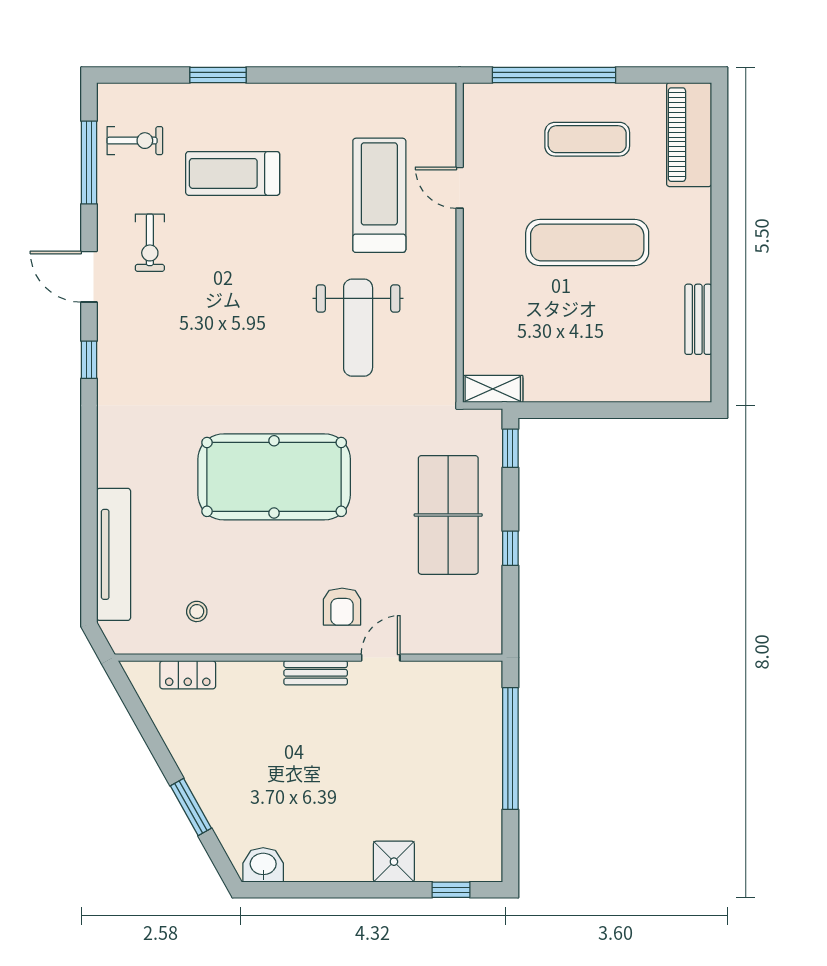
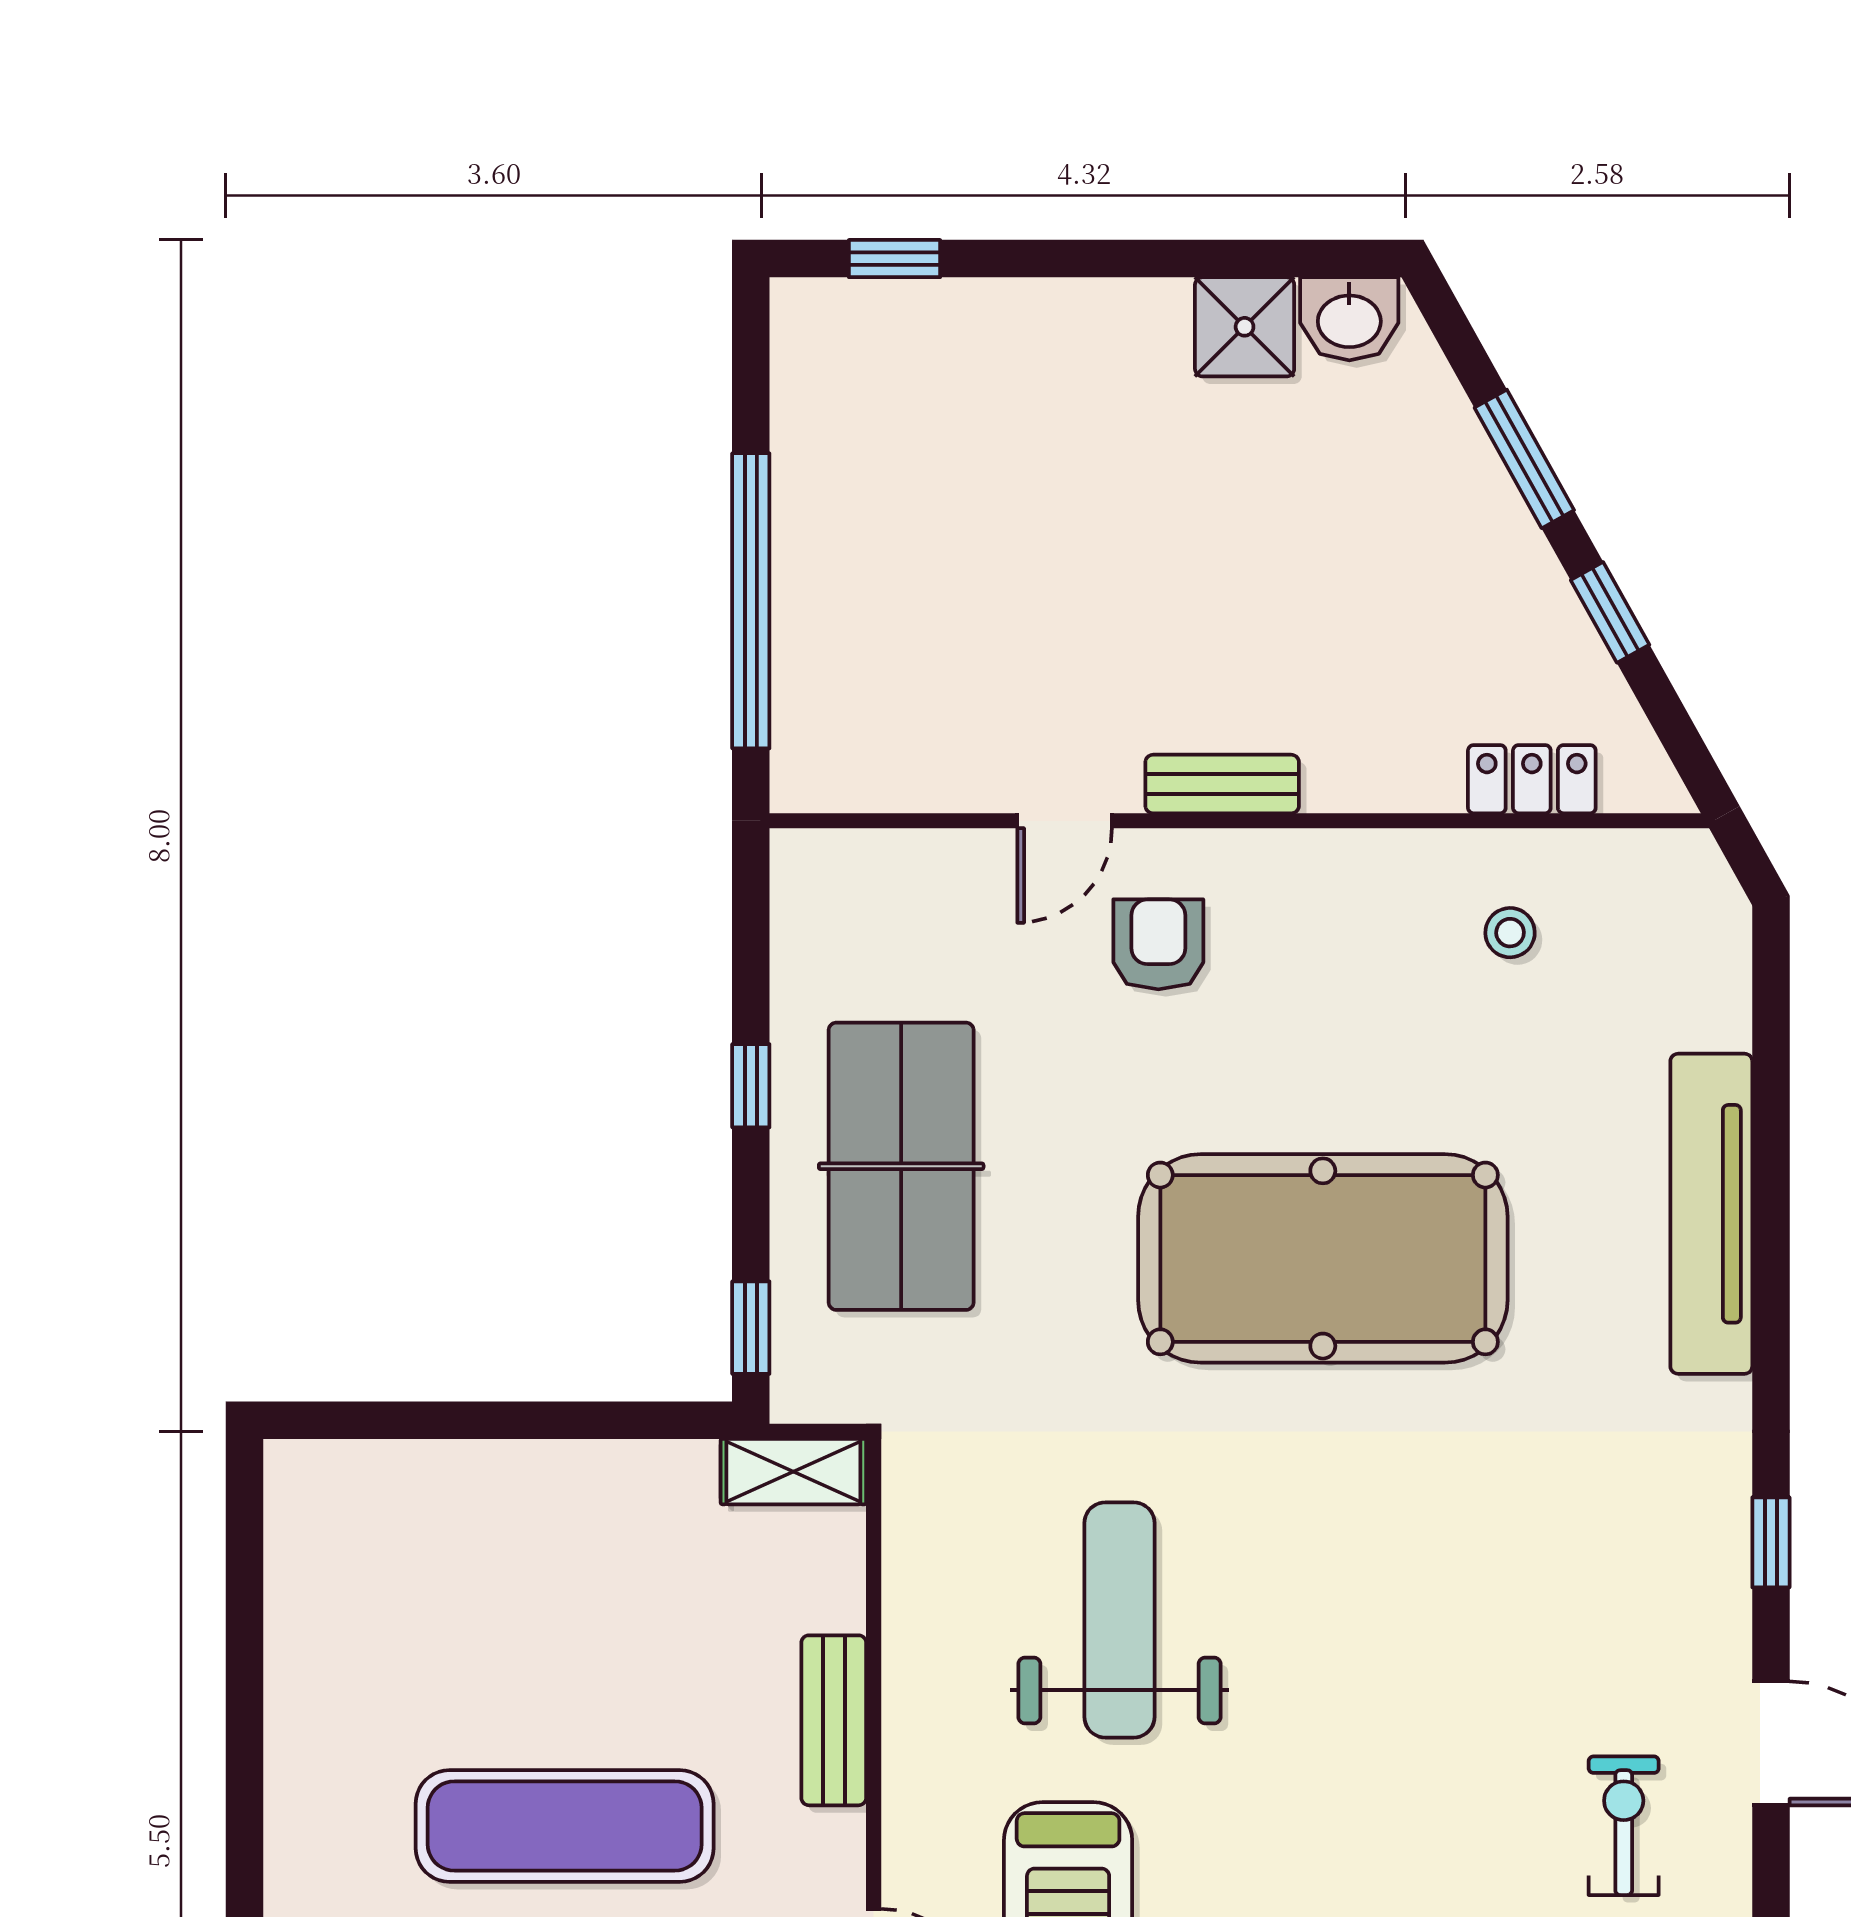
bench: (698, 319) -> (834, 1720), moved
tv unit: (114, 554) -> (1711, 1214), moved
window: (155, 744) -> (1610, 612), added
shower: (394, 862) -> (1245, 327), moved

